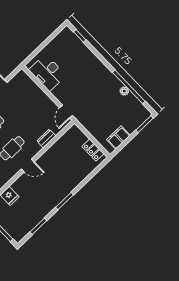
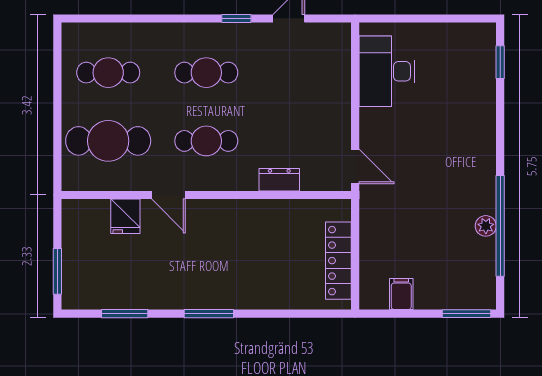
door: (66, 112) -> (355, 167), swing flipped
filing cabinet: (118, 138) -> (401, 294), width x0.50
locker: (93, 150) -> (338, 261), width x1.53
door: (28, 165) -> (168, 195), moved

